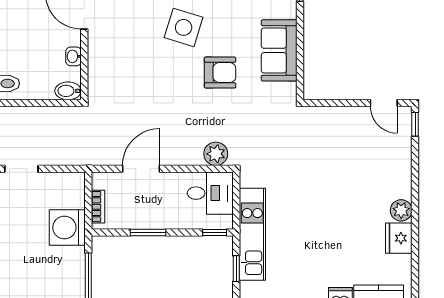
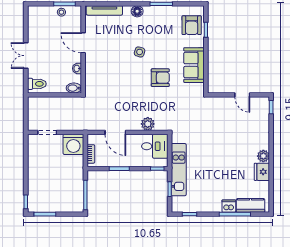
side table: (184, 27) -> (140, 52), width x0.54, depth x0.54
door: (384, 103) -> (242, 95), moved
plant: (216, 154) -> (148, 124), moved
door: (141, 169) -> (115, 132), swing flipped
washing machine: (67, 228) -> (73, 144), moved, turned -90

